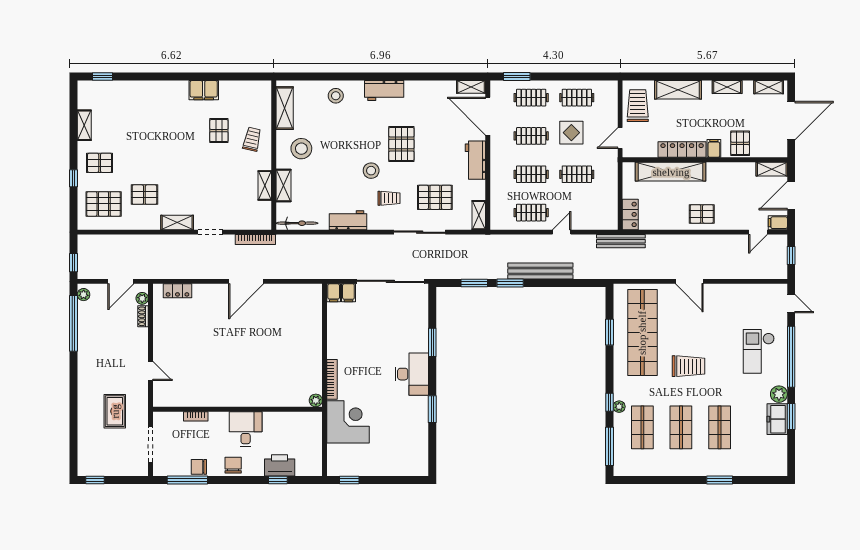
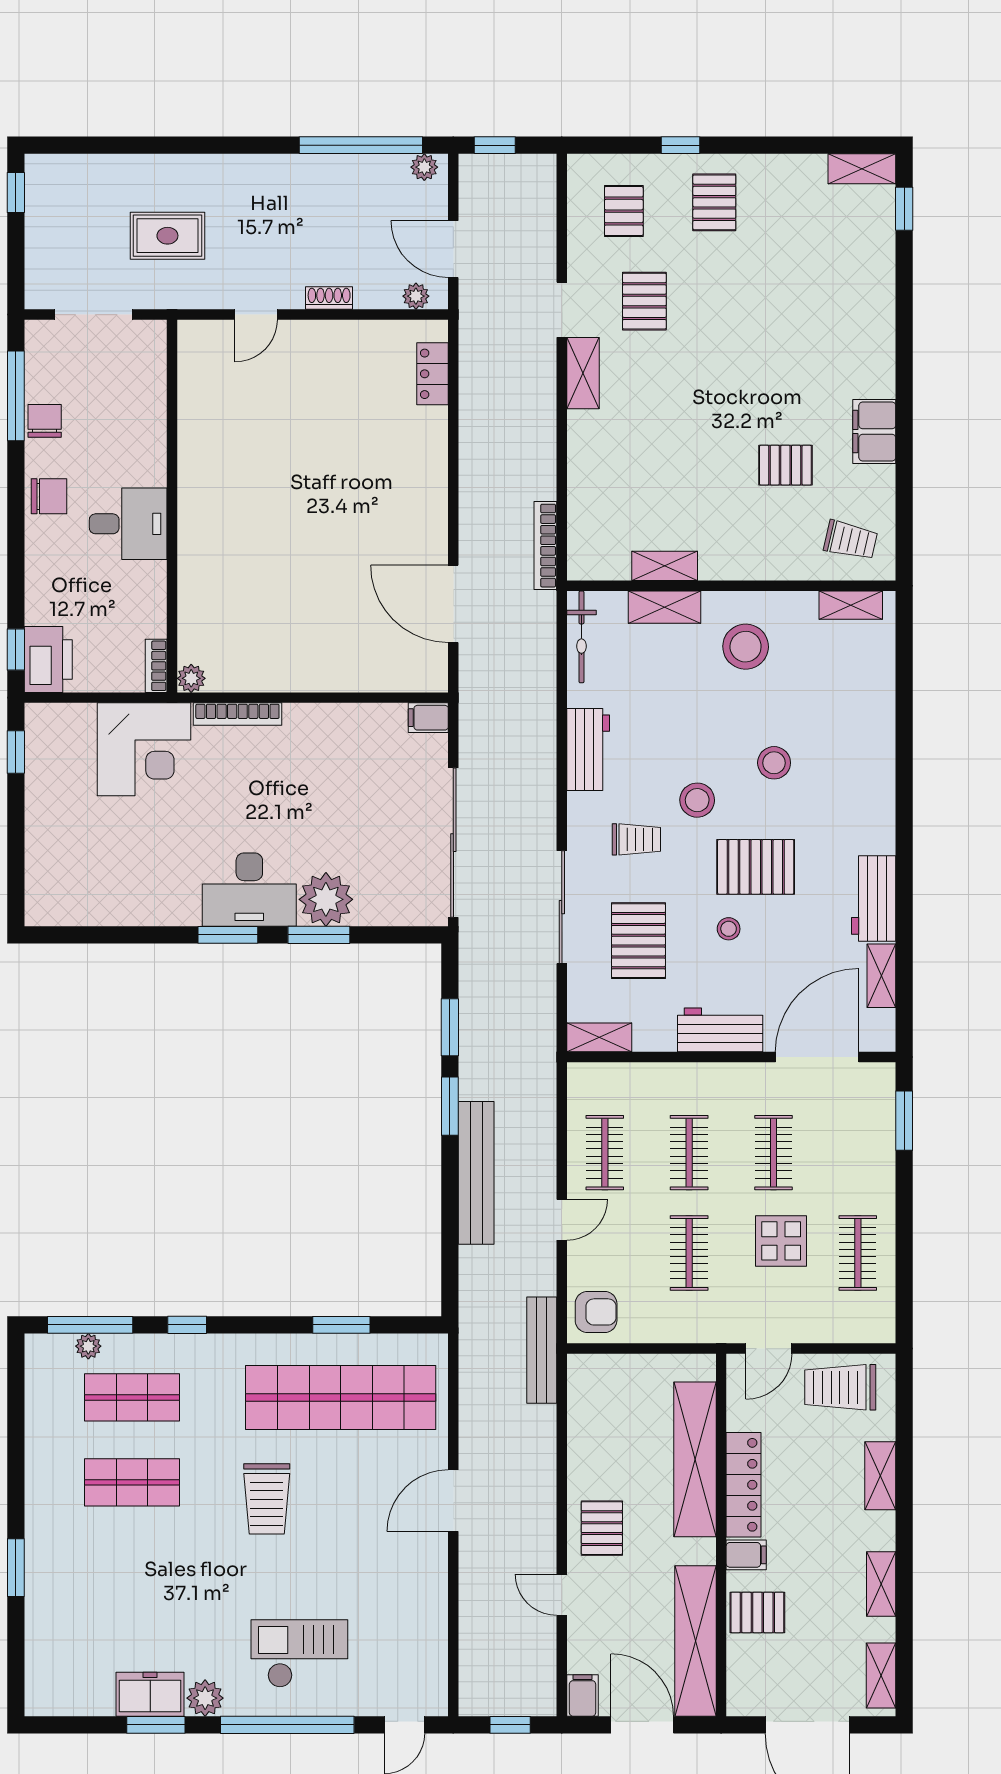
shelving: (471, 87) -> (881, 976), moved
workbench: (384, 90) -> (874, 898), moved
shelving: (678, 90) -> (880, 1476), width x0.67, depth x0.75
stool: (336, 96) -> (774, 763), moved
clothes rail: (531, 98) -> (858, 1153), removed
trolley: (638, 106) -> (840, 1387), turned 180
shelving: (285, 108) -> (851, 605), width x0.67, depth x0.75
shelving: (84, 125) -> (862, 169), moved
door: (620, 138) -> (769, 1349), swing flipped
trolley: (252, 139) -> (851, 540), moved
stool: (430, 156) -> (729, 929), added
shelving: (772, 169) -> (695, 1641), width x2.20, depth x1.33
trolley: (389, 198) -> (636, 839), turned -90
pallet: (104, 204) -> (624, 211), width x0.67, depth x0.71
locker: (630, 214) -> (601, 1371), removed
armchair: (604, 217) -> (596, 1312), added
doorway: (210, 232) -> (562, 310), moved
door: (562, 232) -> (562, 1220), hinge flipped
door: (758, 232) -> (562, 1595), moved
door: (246, 281) -> (453, 604), moved
filing cabinet: (348, 293) -> (428, 750), removed
shoe rack: (143, 316) -> (329, 298), moved
plant: (416, 339) -> (326, 899), added
plant: (619, 407) -> (88, 1346), moved
window: (432, 409) -> (228, 935), moved
bookcase: (196, 416) -> (156, 666), moved
shop shelf: (720, 427) -> (132, 1567), removed
printer: (280, 465) -> (48, 659), moved
window: (278, 480) -> (16, 649), moved

